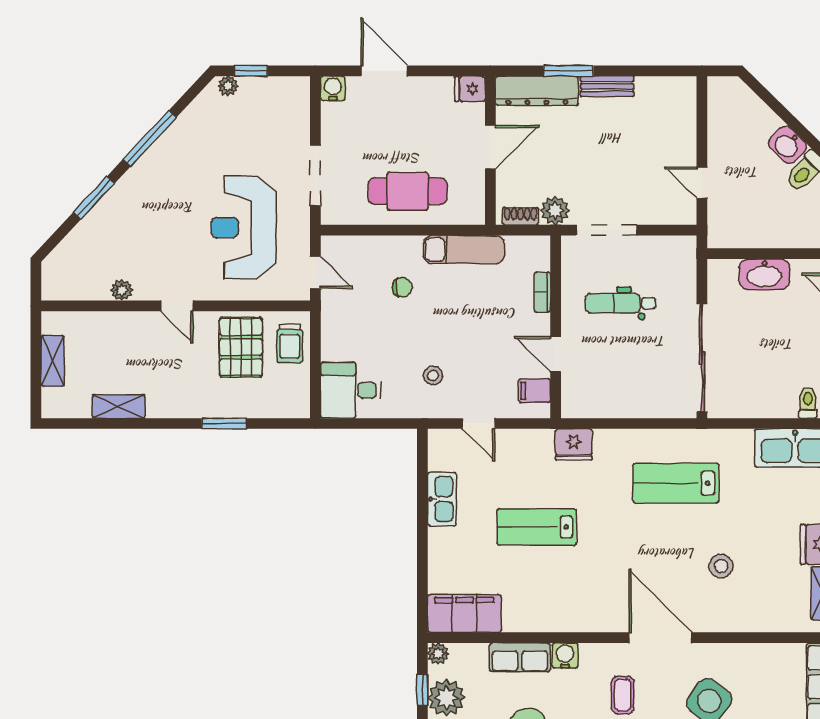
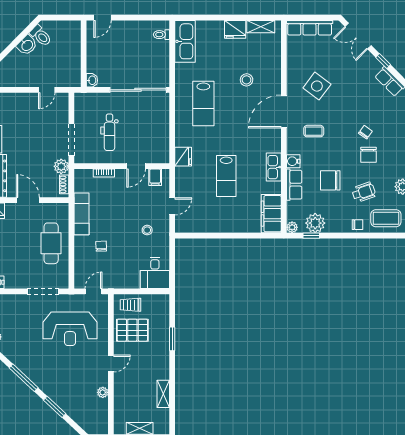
washbasin: (764, 274) -> (92, 80), moved, width x0.52, depth x0.69
trolley: (290, 343) -> (130, 305), turned 180
kitchen sink: (442, 499) -> (274, 167), moved, turned -90

